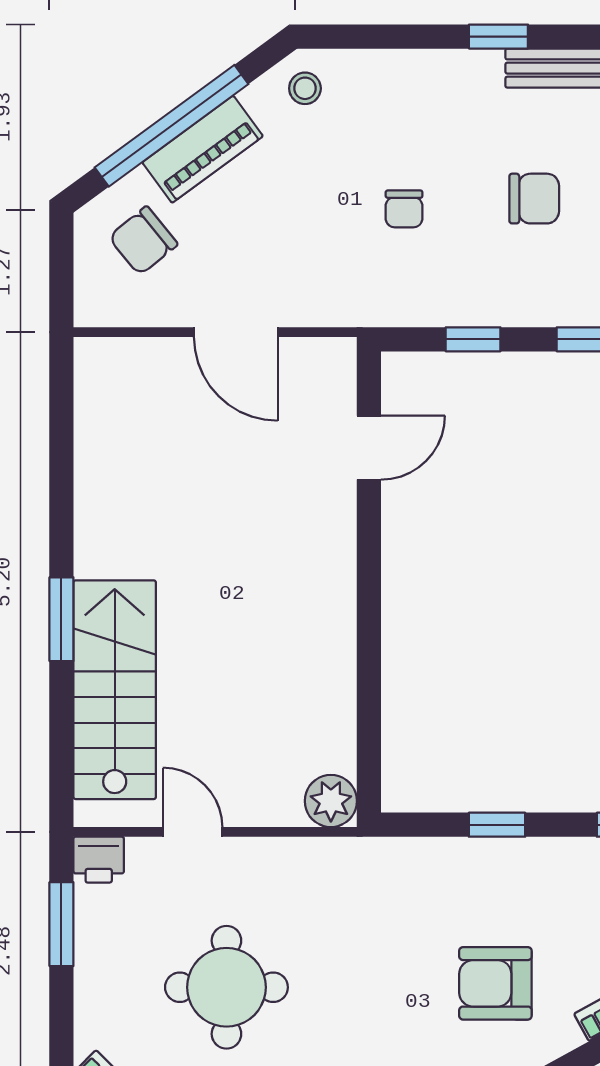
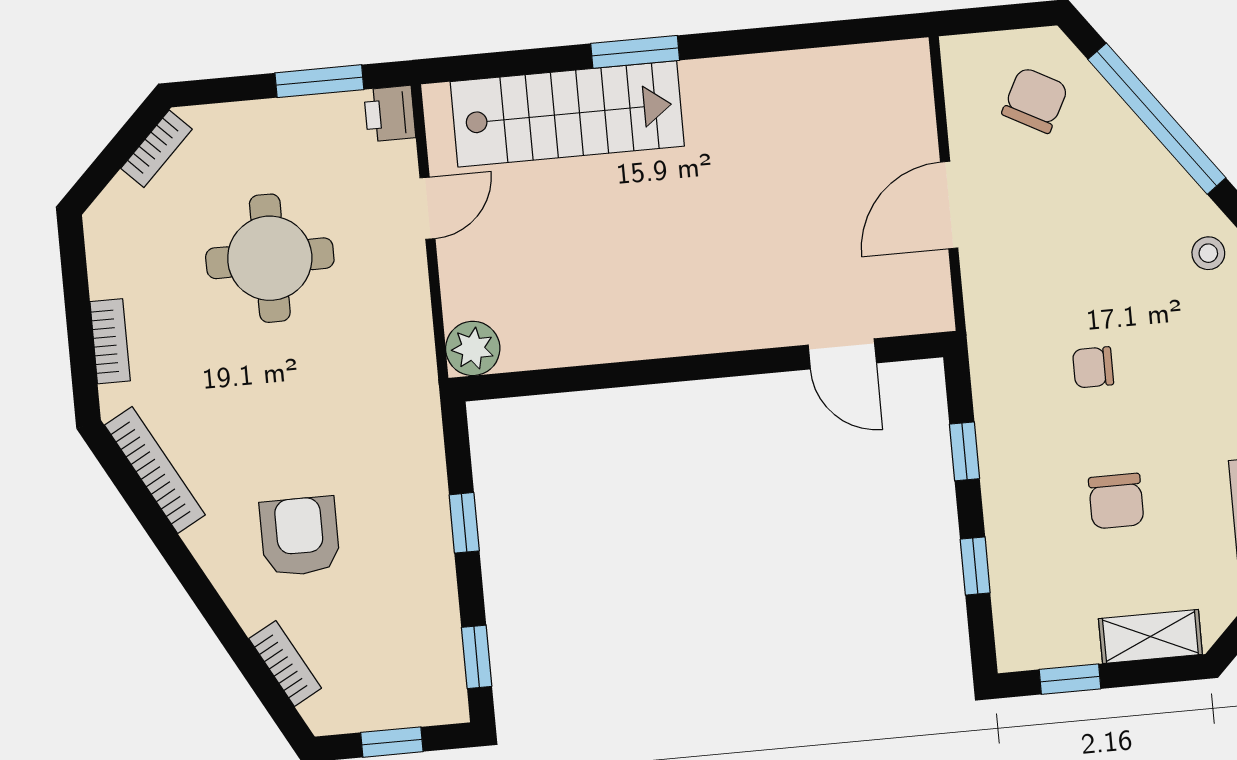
piano: (203, 149) -> (1135, 153), removed
chair: (143, 241) -> (1035, 100), turned 67

